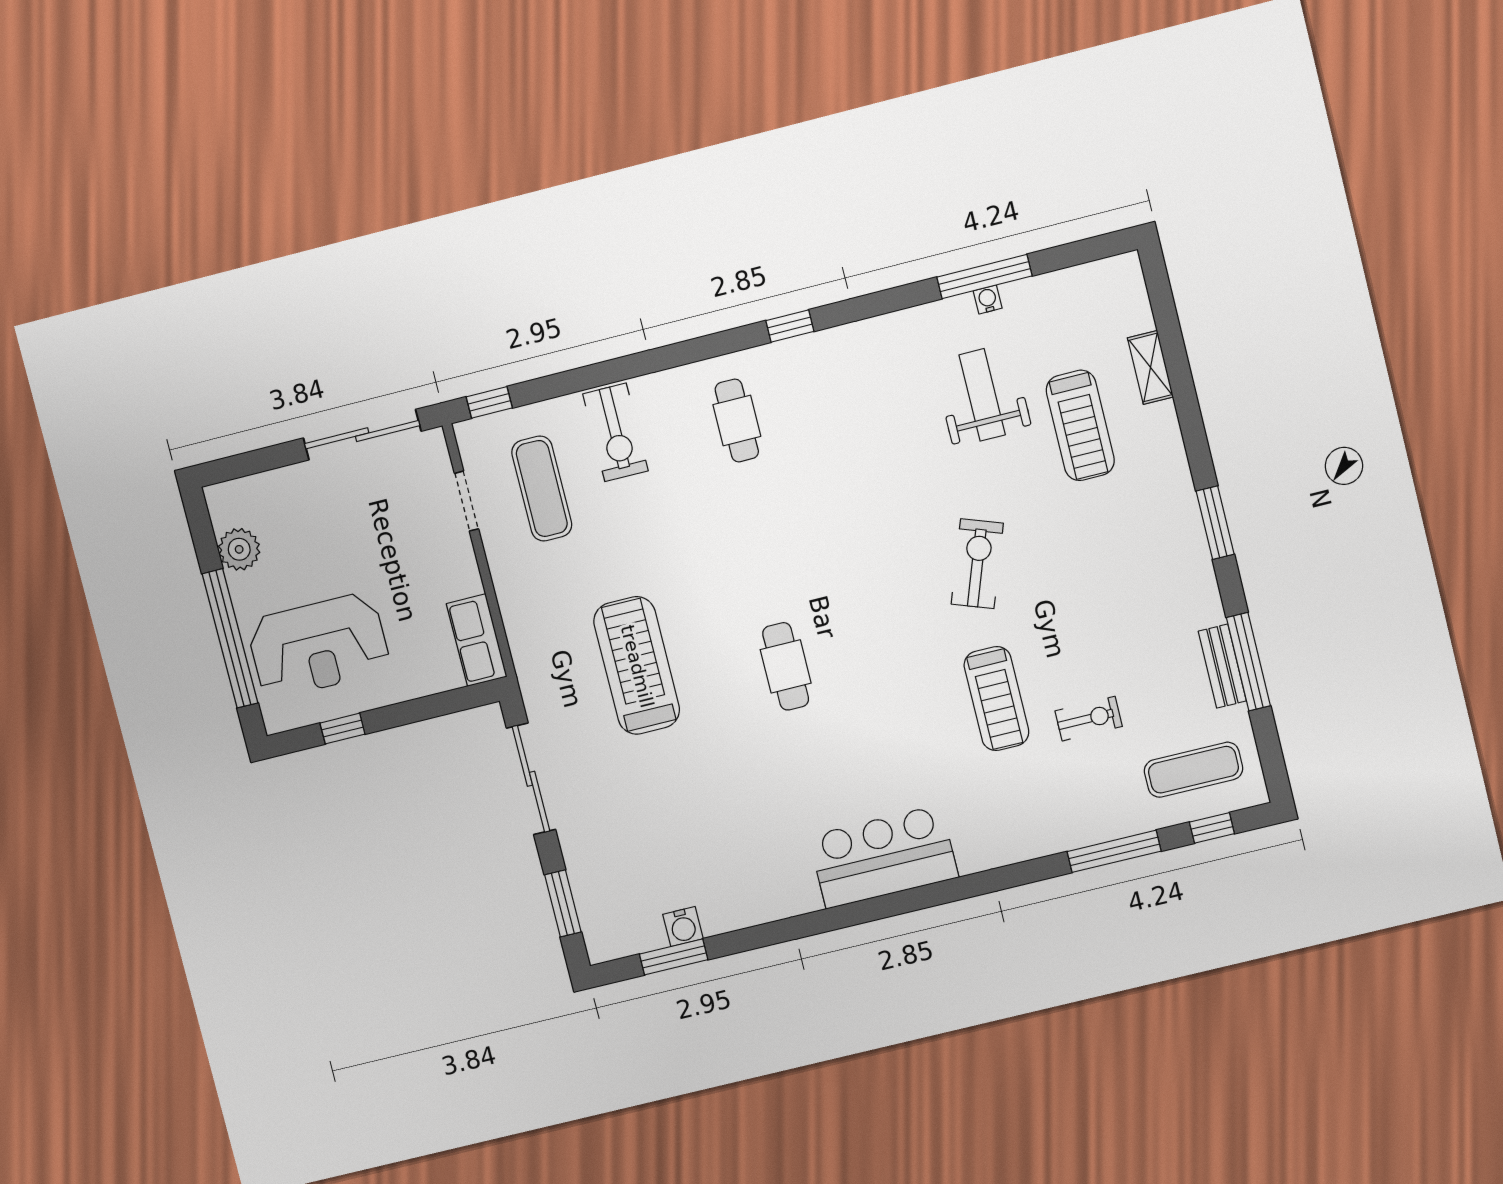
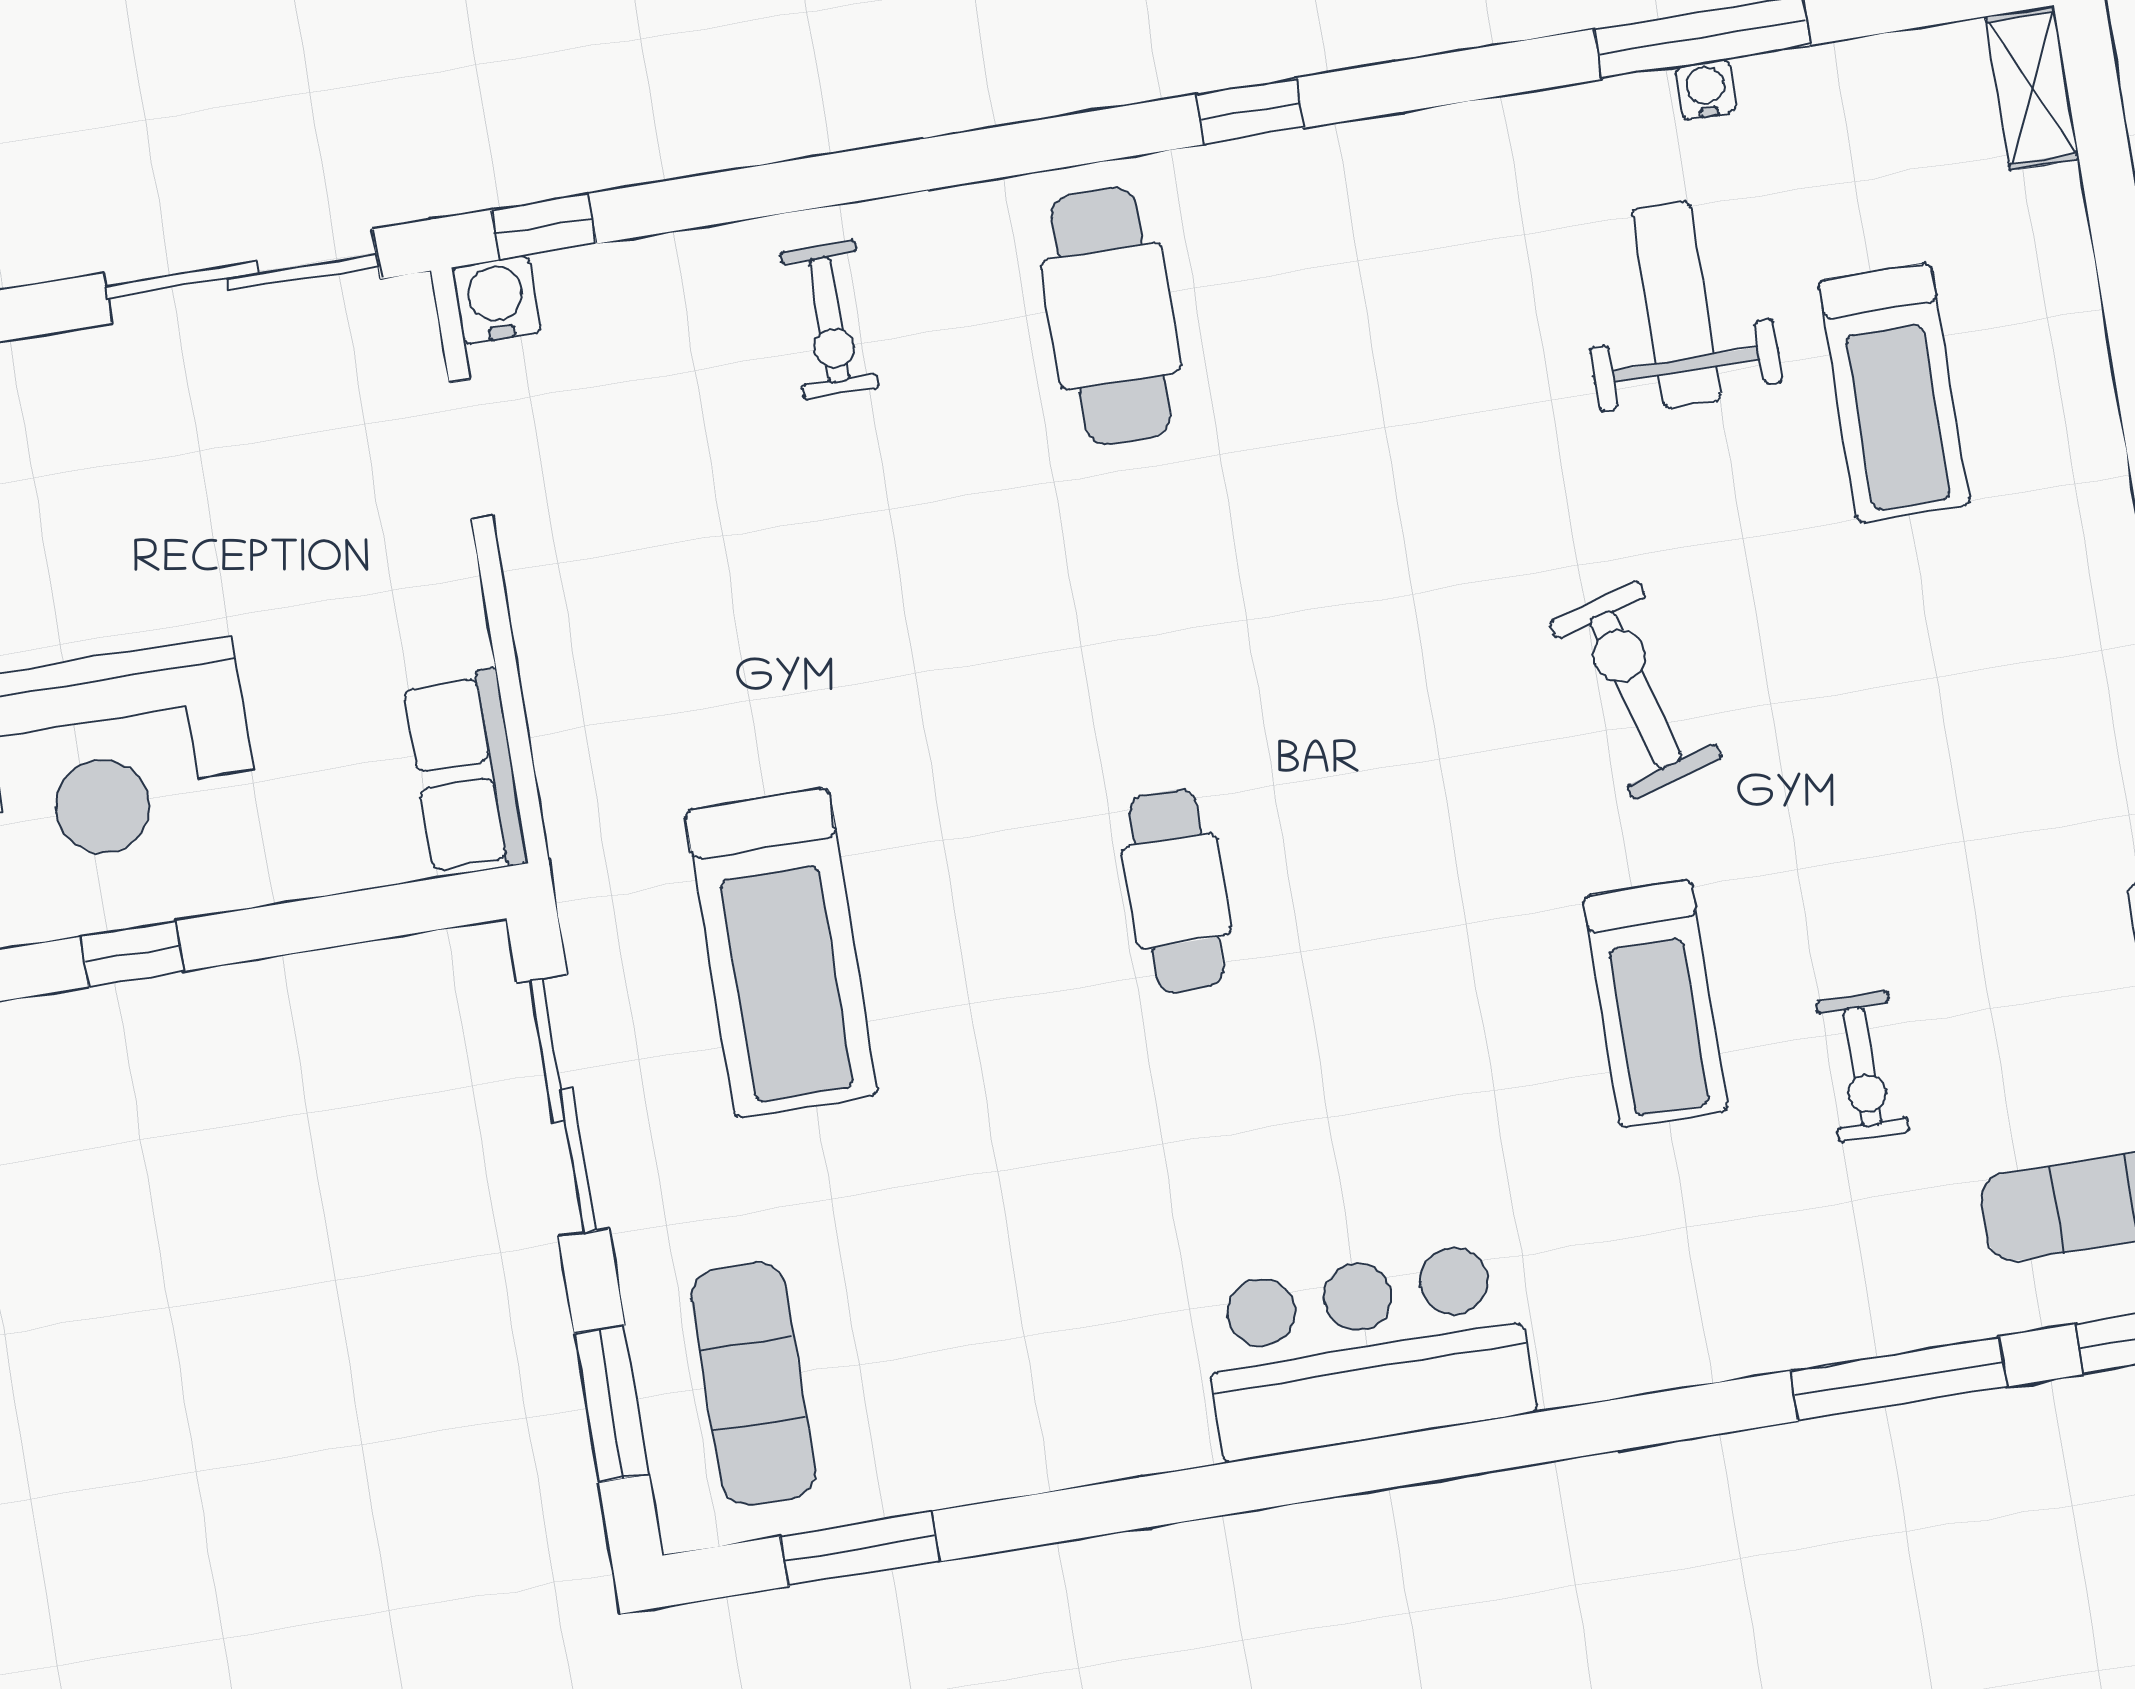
shelving: (1150, 367) -> (2032, 88), moved
cafe table: (737, 420) -> (1111, 316), width x1.37, depth x1.35
exercise bike: (615, 432) -> (830, 320), width x0.73, depth x0.72
exercise mat: (542, 489) -> (753, 1384), moved
exercise bike: (977, 564) -> (1635, 690), turned -36
treadmill: (637, 666) -> (782, 953), moved, turned 180
exercise bike: (1089, 719) -> (1863, 1067), turned 90
water cooler: (683, 927) -> (496, 300), moved, turned 180

